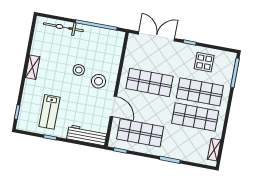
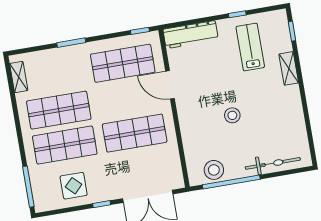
shelving: (33, 67) -> (289, 68), moved
stool: (99, 81) -> (214, 170), moved

